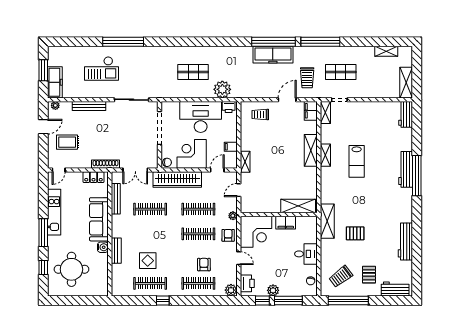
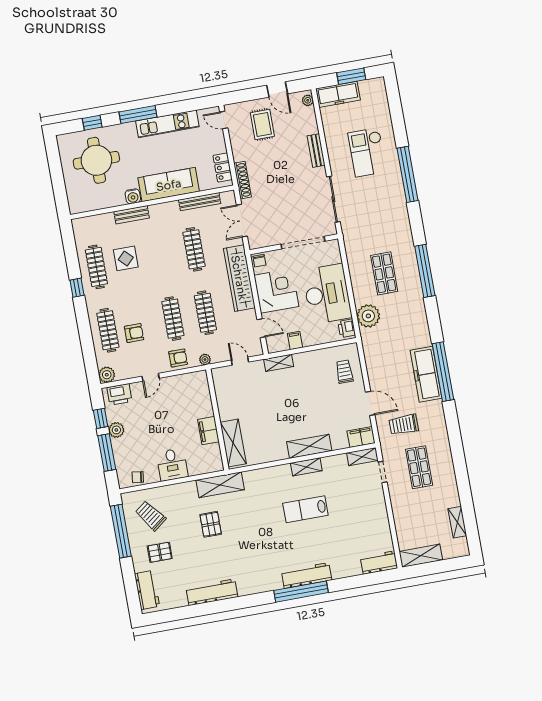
window: (320, 42) -> (425, 271), moved
bench: (89, 106) -> (316, 151), width x0.73
corner desk: (256, 232) -> (189, 394), removed

